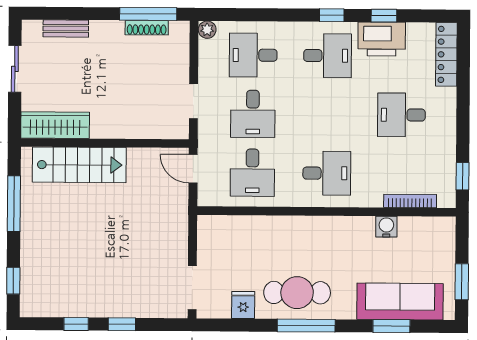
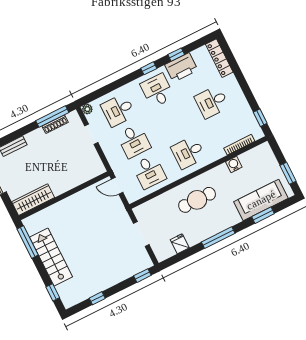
desk: (328, 56) -> (157, 91), turned -90
doorway: (194, 101) -> (91, 134), moved
stairs: (79, 165) -> (51, 257), moved, turned -90
desk: (327, 173) -> (188, 152), turned 180
window: (14, 204) -> (28, 242), moved
doorway: (192, 288) -> (141, 234), moved
cafe table: (297, 293) -> (197, 200), moved
window: (122, 324) -> (142, 276), moved

